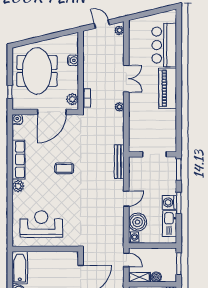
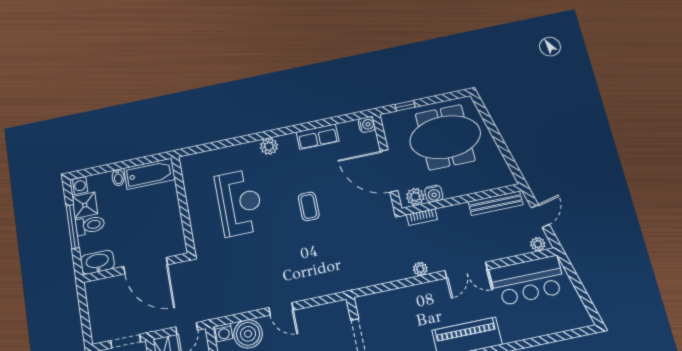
bar counter: (164, 45) -> (528, 281), moved, turned 180
water cooler: (73, 60) -> (434, 194), moved
row of seats: (18, 160) -> (318, 137), width x0.68
bench: (119, 162) -> (496, 203), moved
reception desk: (41, 224) -> (239, 203), moved

